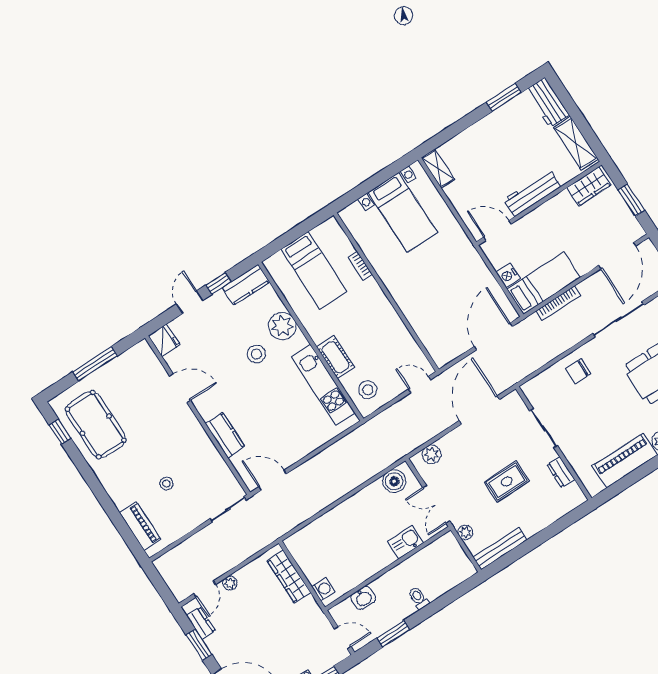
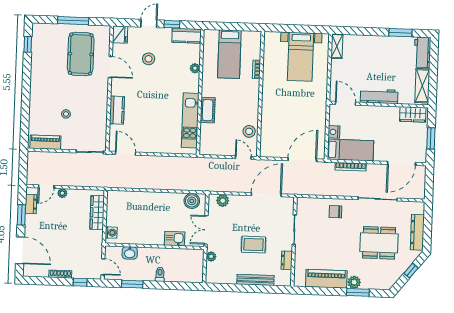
plant: (282, 326) -> (195, 68), width x0.53, depth x0.53
stool: (256, 354) -> (149, 59), moved
stool: (368, 390) -> (249, 131), moved
pool table: (96, 425) -> (81, 54), moved
piano: (140, 526) -> (45, 142), moved, turned -90
bench: (500, 549) -> (255, 280), moved

